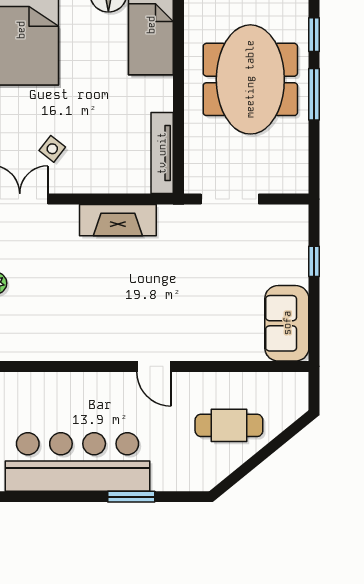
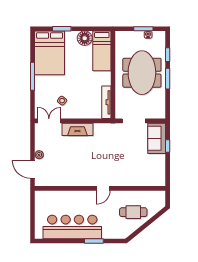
fireplace: (118, 220) -> (77, 129), moved
sofa: (287, 323) -> (157, 138), moved
door: (154, 366) -> (103, 188), hinge flipped

